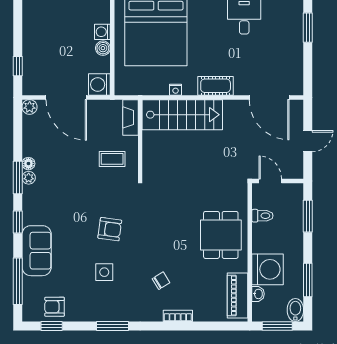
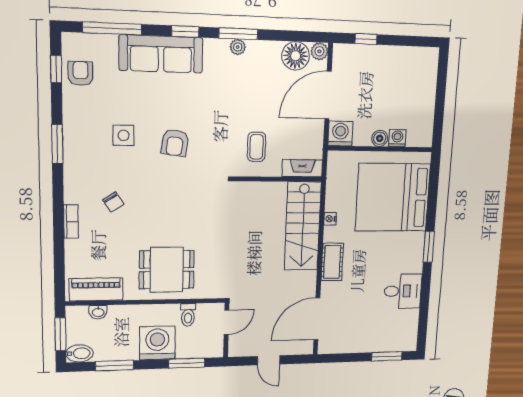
floor lamp: (28, 164) -> (296, 56), moved, width x1.89, depth x1.89
sofa: (37, 251) -> (161, 54), width x1.36
washing machine: (267, 269) -> (157, 343), moved, turned 180

